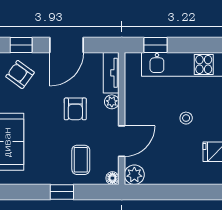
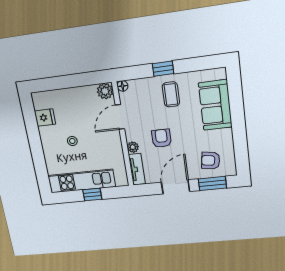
window: (21, 45) -> (212, 183), width x1.50
window: (156, 45) -> (92, 195), moved
armchair: (20, 75) -> (211, 161), turned 153
coffee table: (81, 160) -> (171, 94), moved

